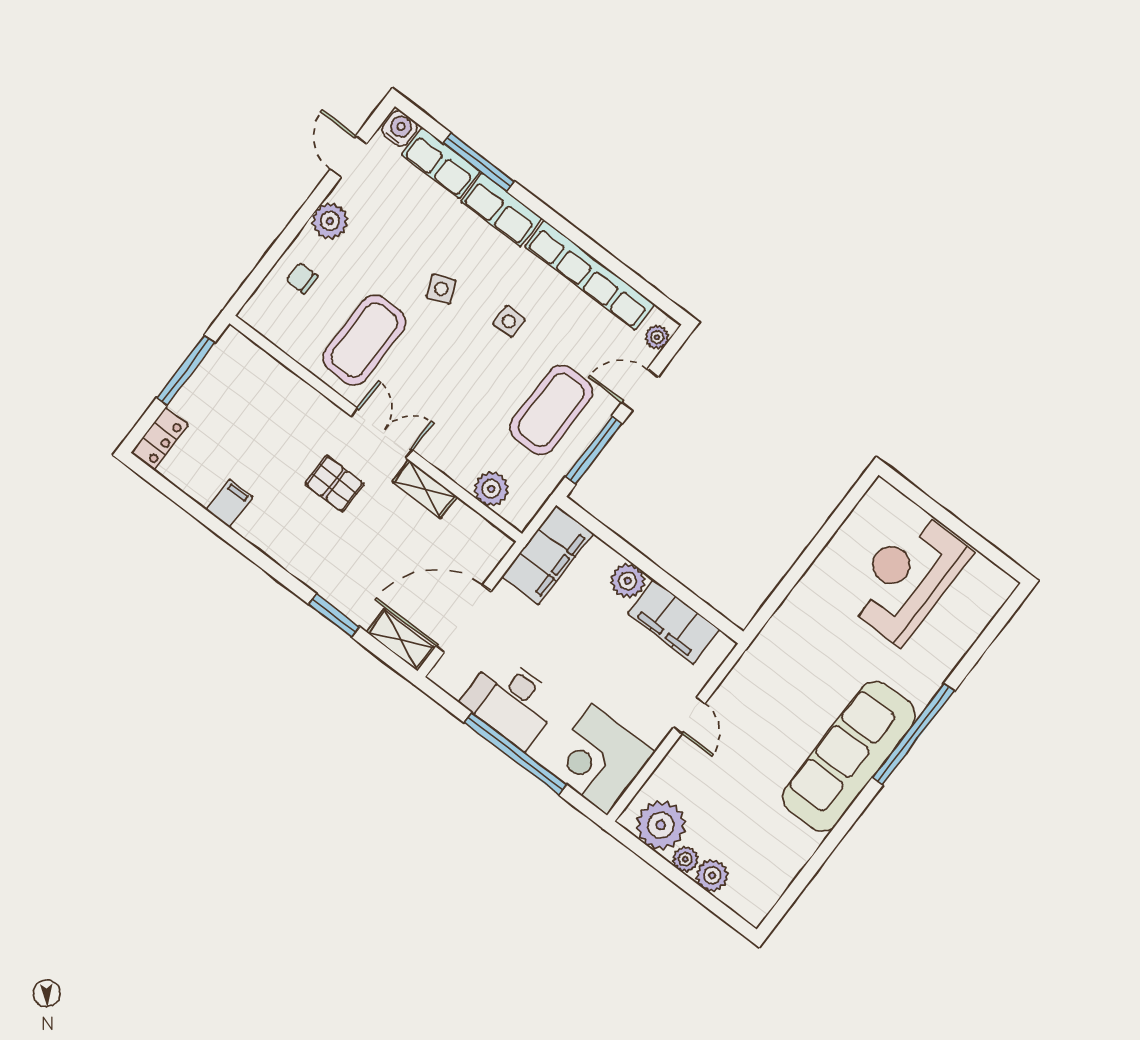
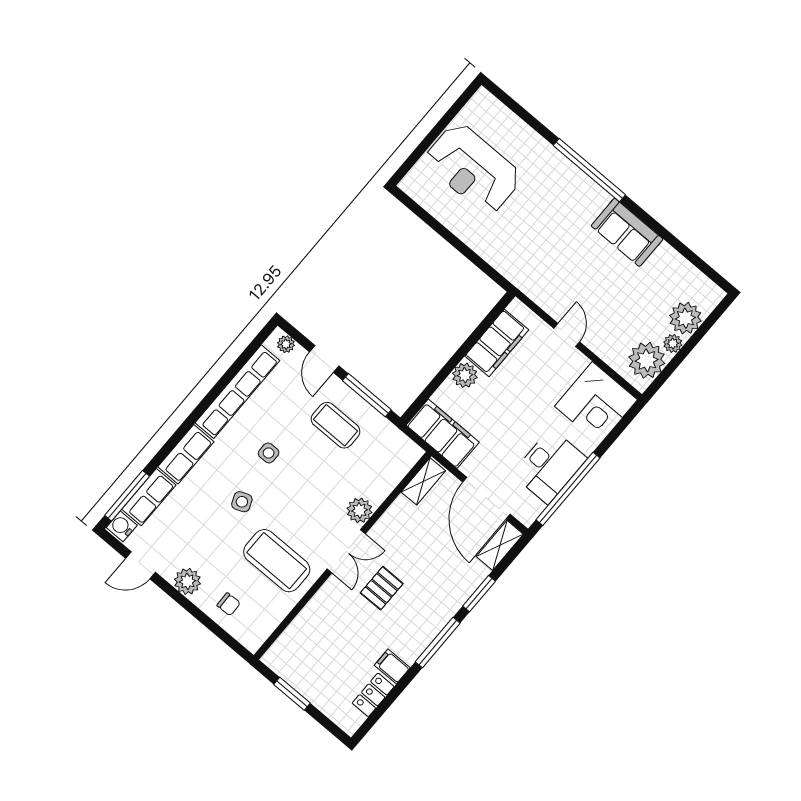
window: (479, 162) -> (127, 496), moved
chair: (302, 278) -> (229, 604), turned -92
window: (186, 370) -> (292, 694), width x0.69
coffee table: (551, 410) -> (336, 425), width x0.73, depth x0.76
double door: (382, 433) -> (346, 551), swing flipped
locker: (160, 439) -> (373, 695), moved, turned -90
shelving: (425, 489) -> (423, 481), moved
plant: (491, 489) -> (359, 510), moved
window: (265, 563) -> (438, 642), added
door: (689, 716) -> (567, 335), hinge flipped
window: (515, 754) -> (568, 489), moved
sofa: (849, 756) -> (627, 232), width x0.54, depth x0.79
plant: (712, 876) -> (685, 318), width x1.36, depth x1.36

